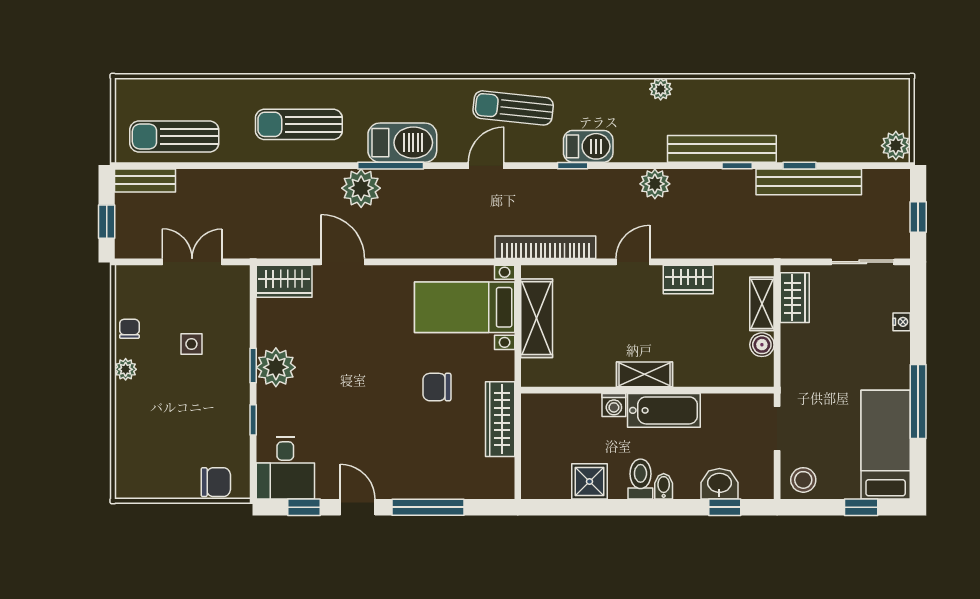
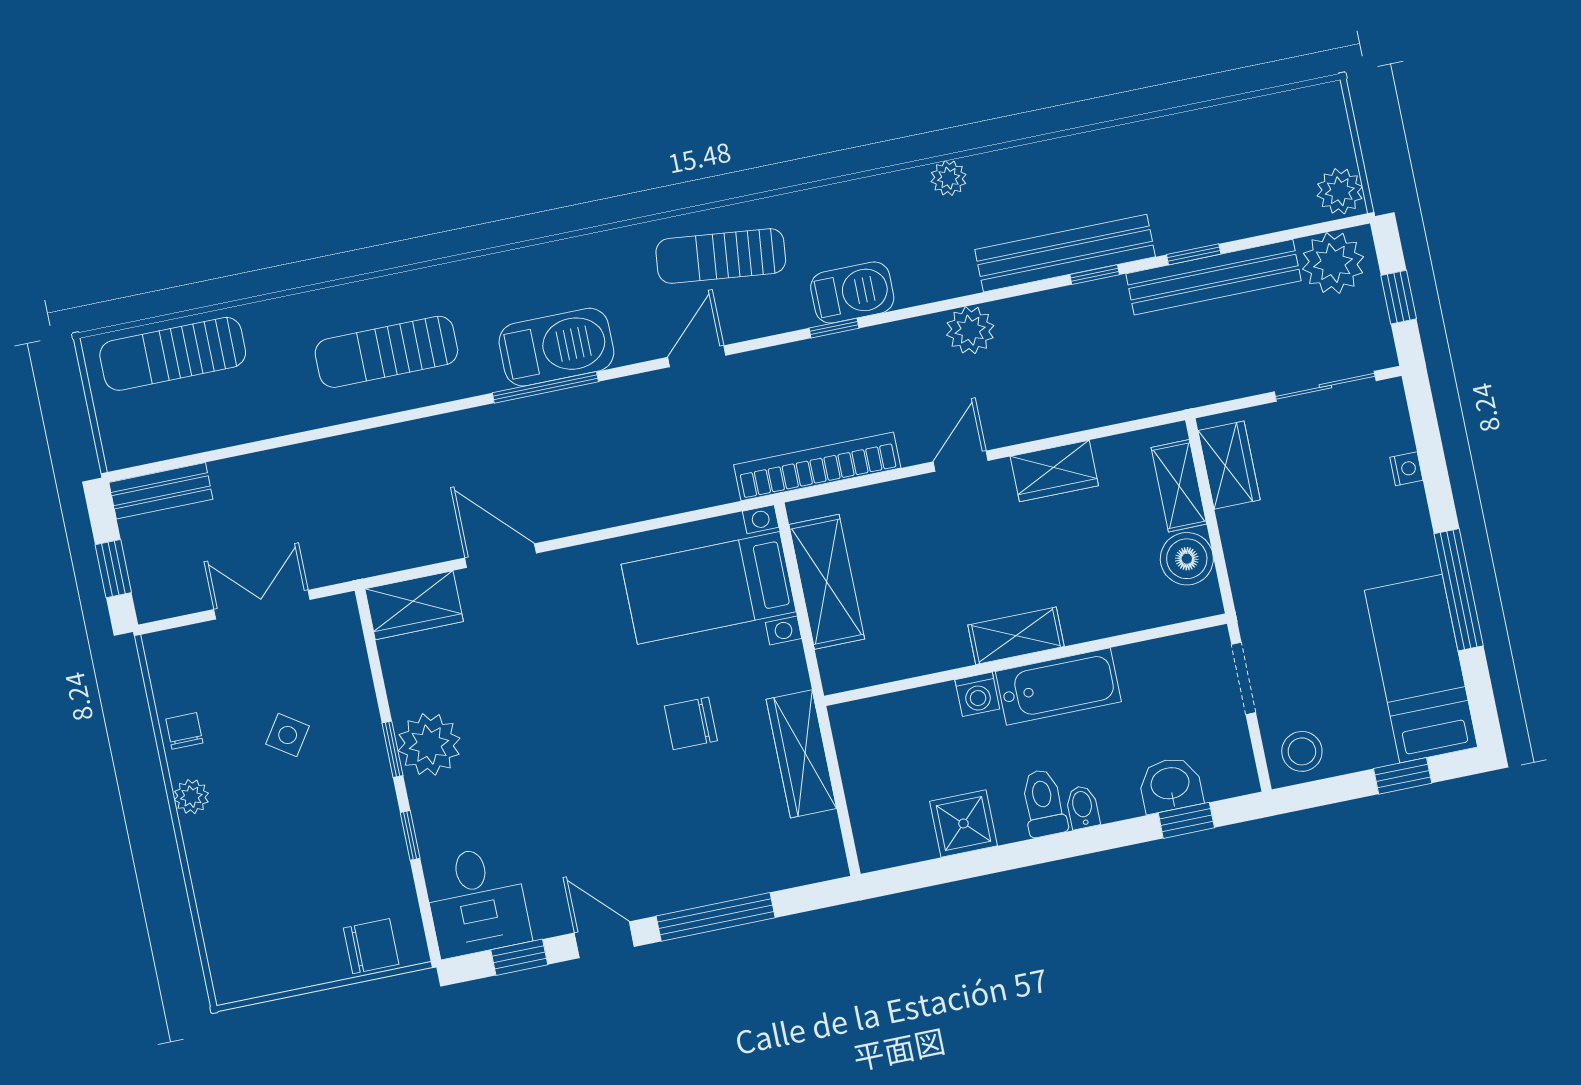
sun lounger: (174, 136) -> (173, 354), moved
plant: (361, 188) -> (1333, 263), moved
side table: (191, 344) -> (288, 735), turned 34
boiler: (762, 345) -> (1187, 559), width x1.36, depth x1.36

